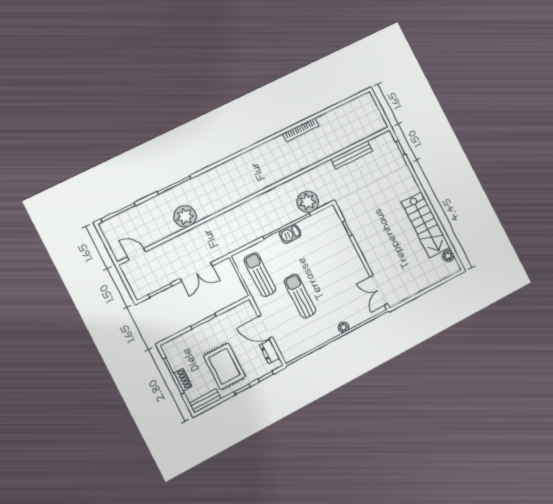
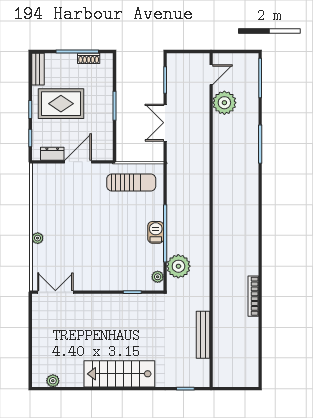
plant: (325, 214) -> (158, 277), added
plant: (185, 216) -> (224, 103), moved
stairs: (425, 225) -> (119, 374), moved
sun lounger: (300, 296) -> (90, 211), removed
shoe rack: (183, 380) -> (89, 58), moved

